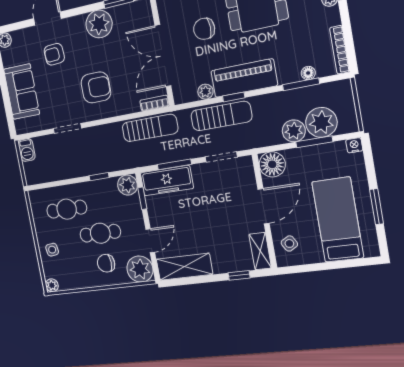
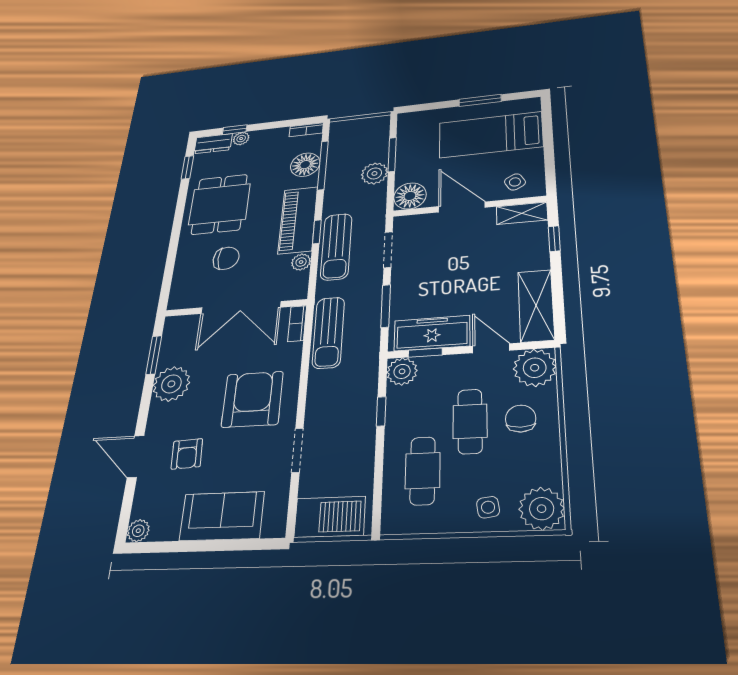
chair: (204, 29) -> (226, 258), turned -90
bookcase: (340, 50) -> (306, 130), width x0.64
floor lamp: (308, 73) -> (305, 165), width x1.89, depth x1.89
window: (301, 84) -> (323, 165), width x1.44
armchair: (96, 87) -> (252, 399), width x1.36, depth x1.36
sun lounger: (221, 116) -> (336, 247), turned 180
plant: (321, 122) -> (371, 148), removed
sun lounger: (150, 128) -> (328, 332), turned 180
nightstand: (354, 145) -> (405, 119), removed
barbecue: (27, 150) -> (330, 517), width x1.88, depth x1.53
freezer: (167, 181) -> (432, 333), moved, turned -90
chair: (106, 263) -> (521, 418), turned 180
plant: (52, 285) -> (542, 509), width x1.87, depth x1.87

